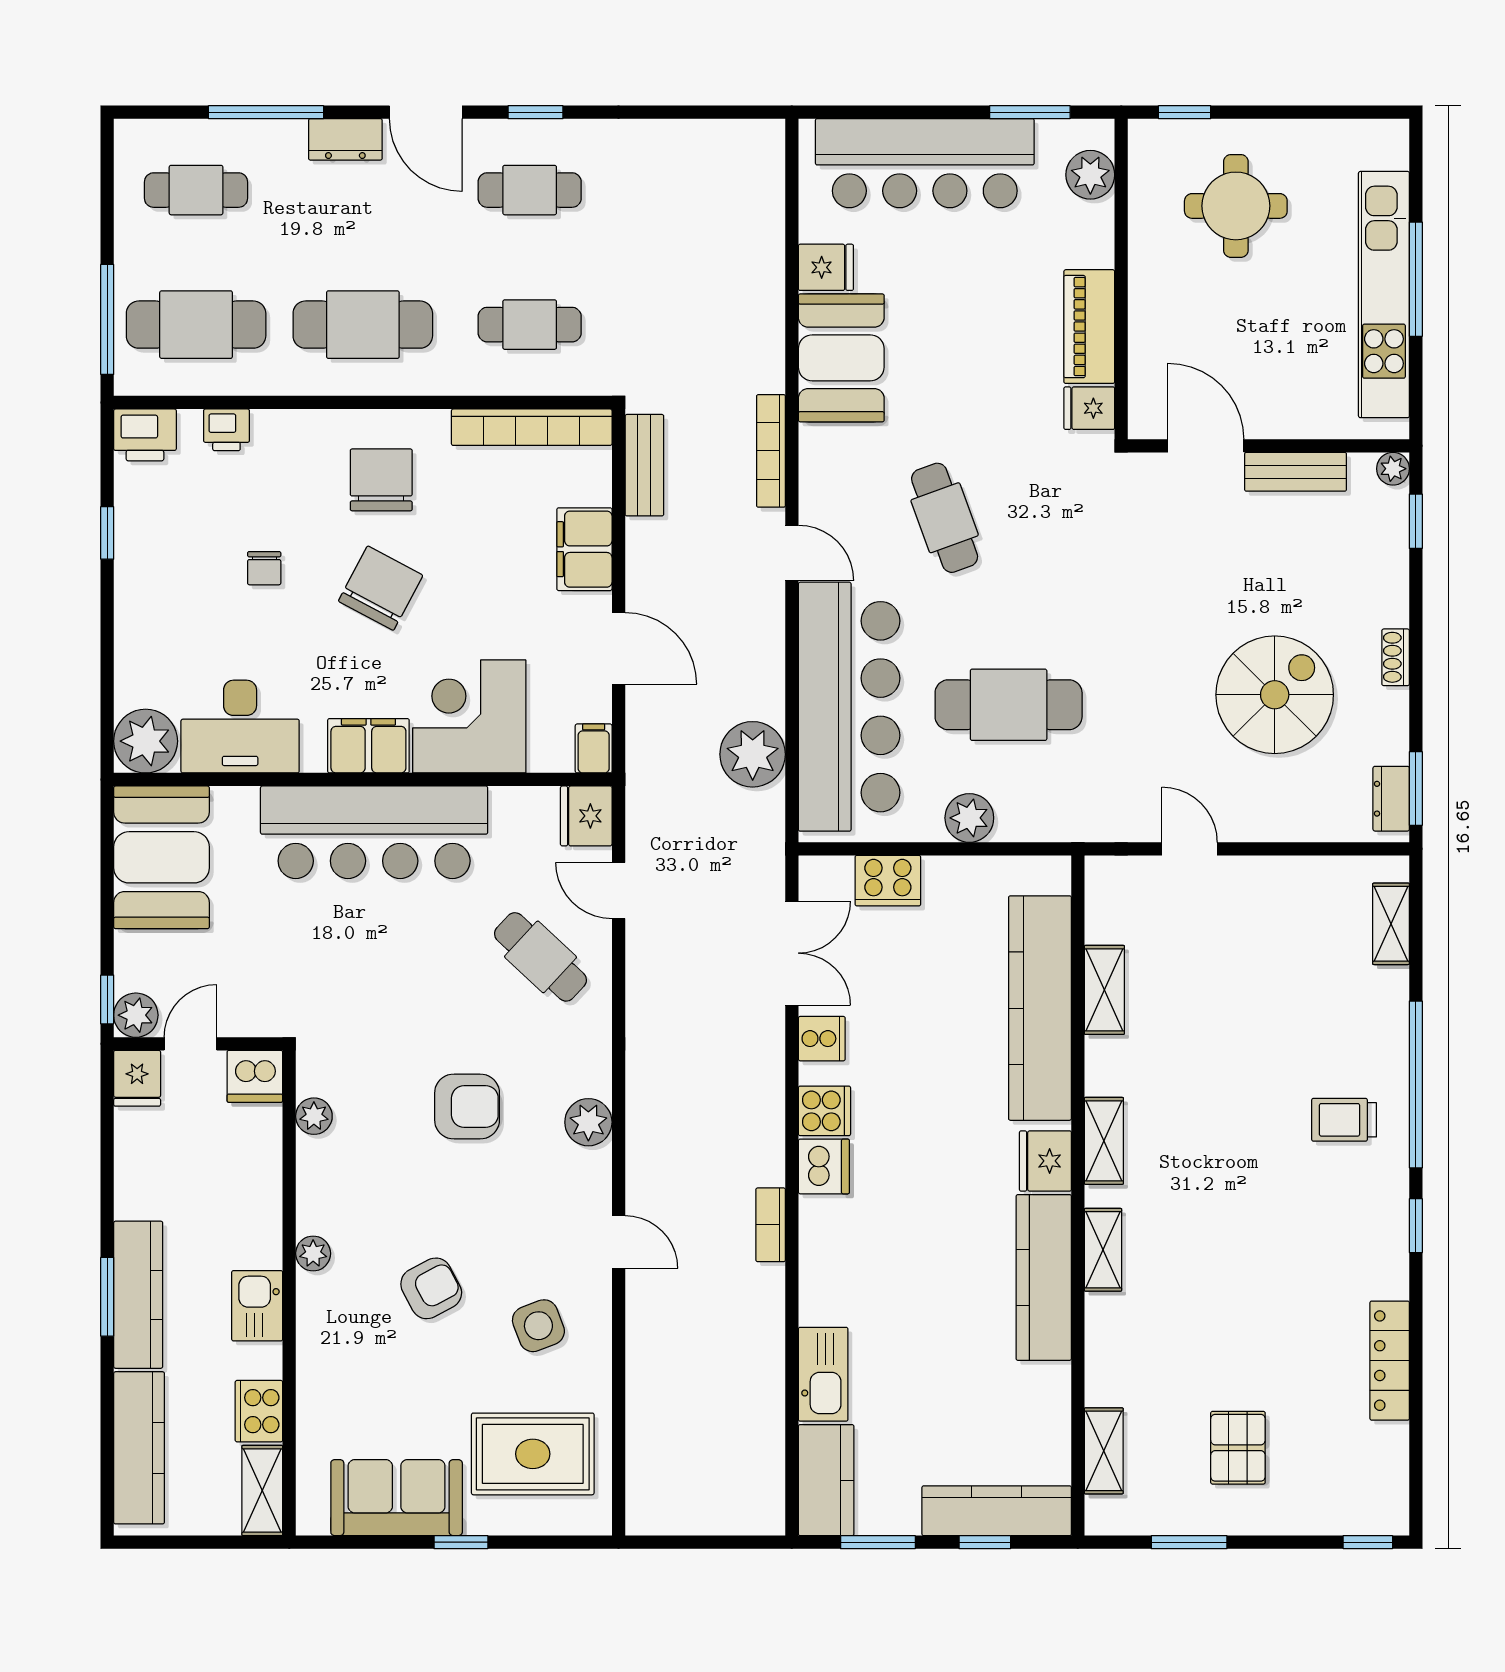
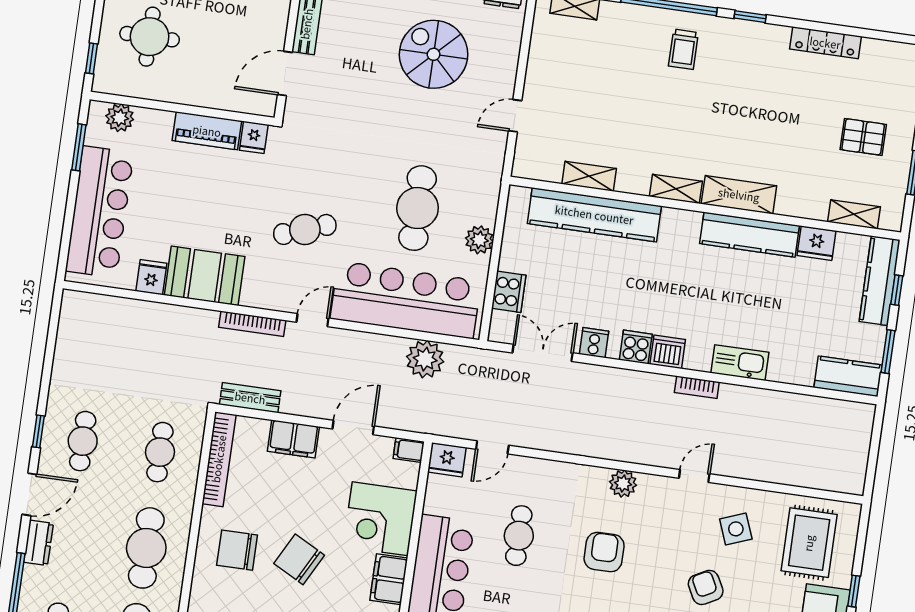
cafe table: (540, 957) -> (519, 536), moved, turned -43
fridge: (1045, 1161) -> (816, 243), moved
shelving: (1103, 1250) -> (739, 195), width x1.50, depth x1.33
kitchen sink: (823, 1374) -> (740, 363), moved

